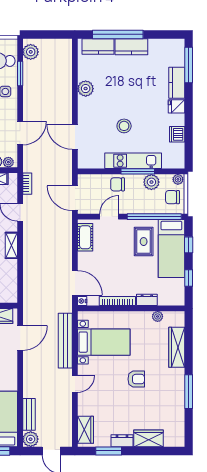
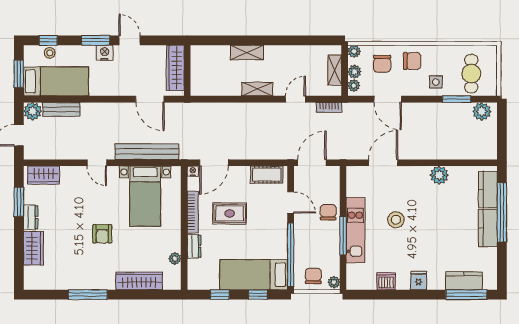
kitchen counter: (177, 83) -> (464, 281), moved
plant: (151, 182) -> (331, 251), removed
rug: (144, 242) -> (230, 213), moved

